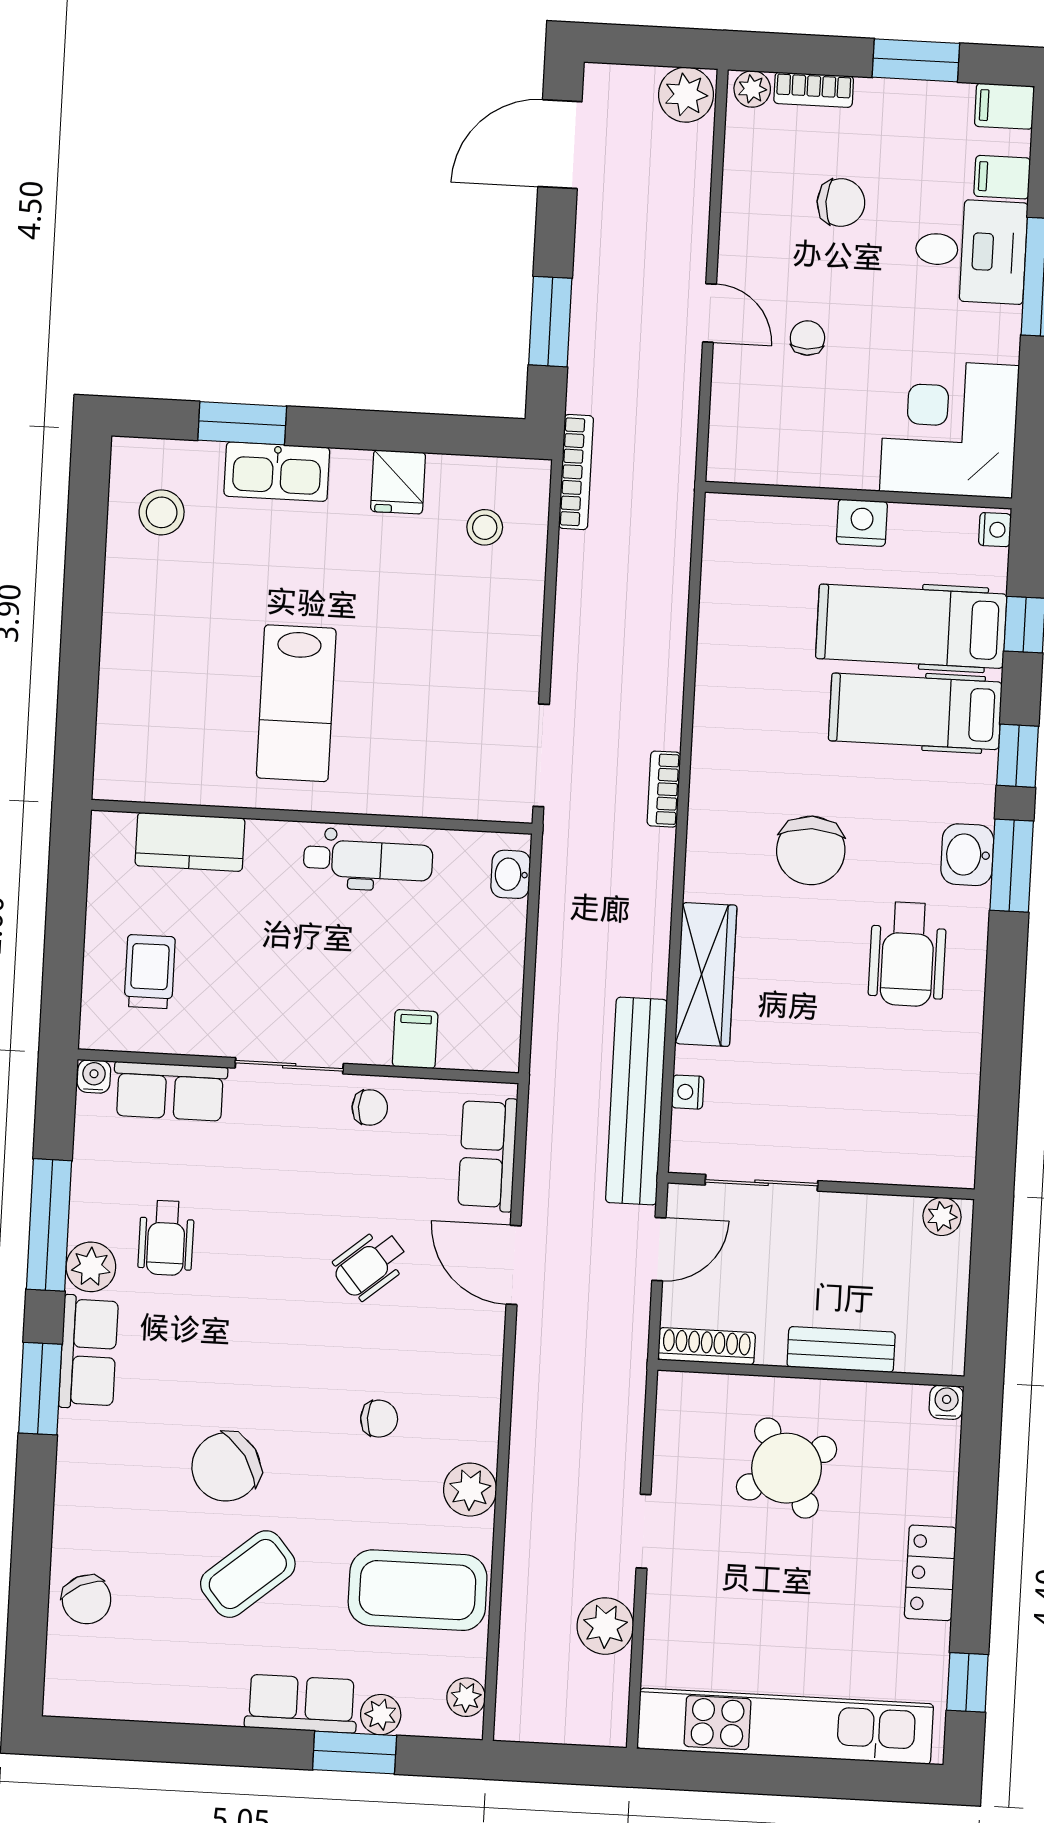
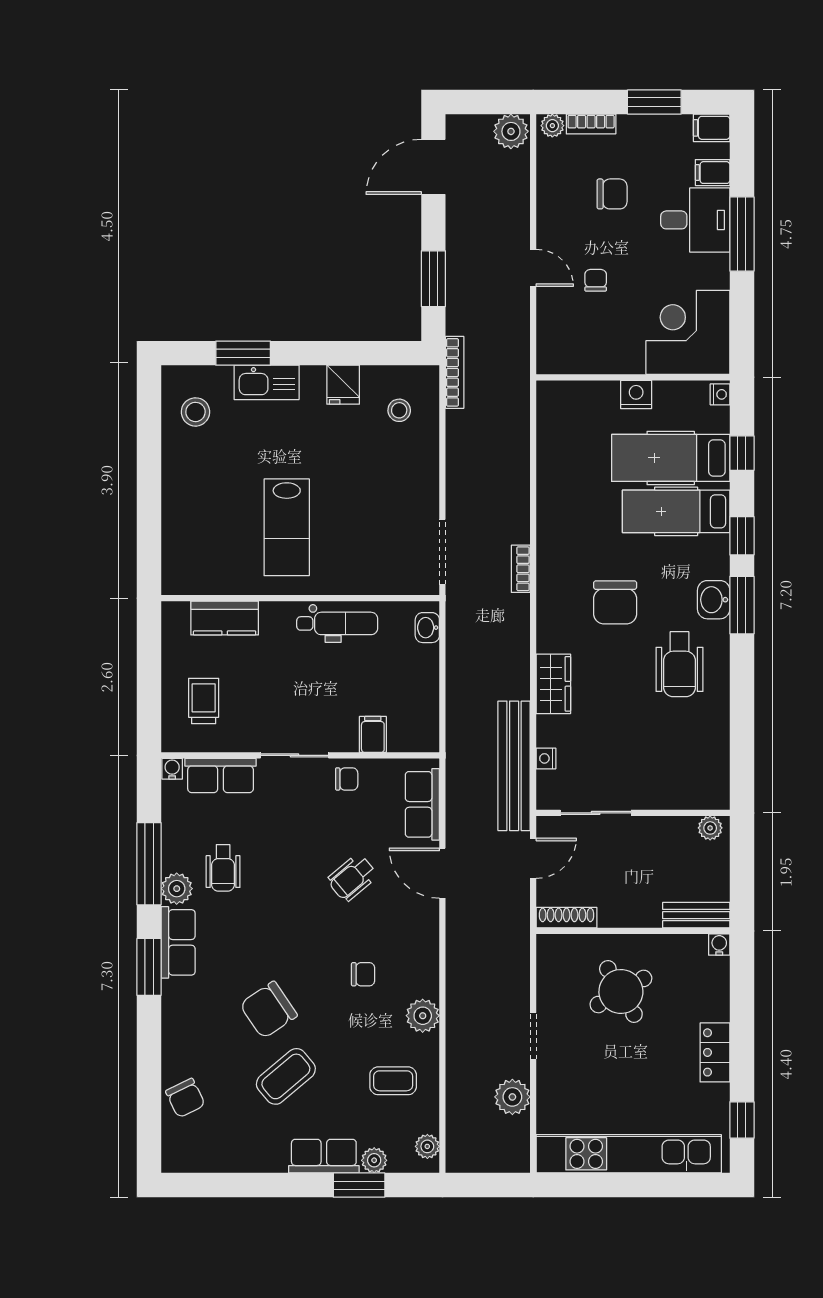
wardrobe: (706, 974) -> (553, 684), width x0.67
bench: (841, 1350) -> (696, 915), moved
coffee table: (418, 1590) -> (393, 1081), width x0.54, depth x0.58

